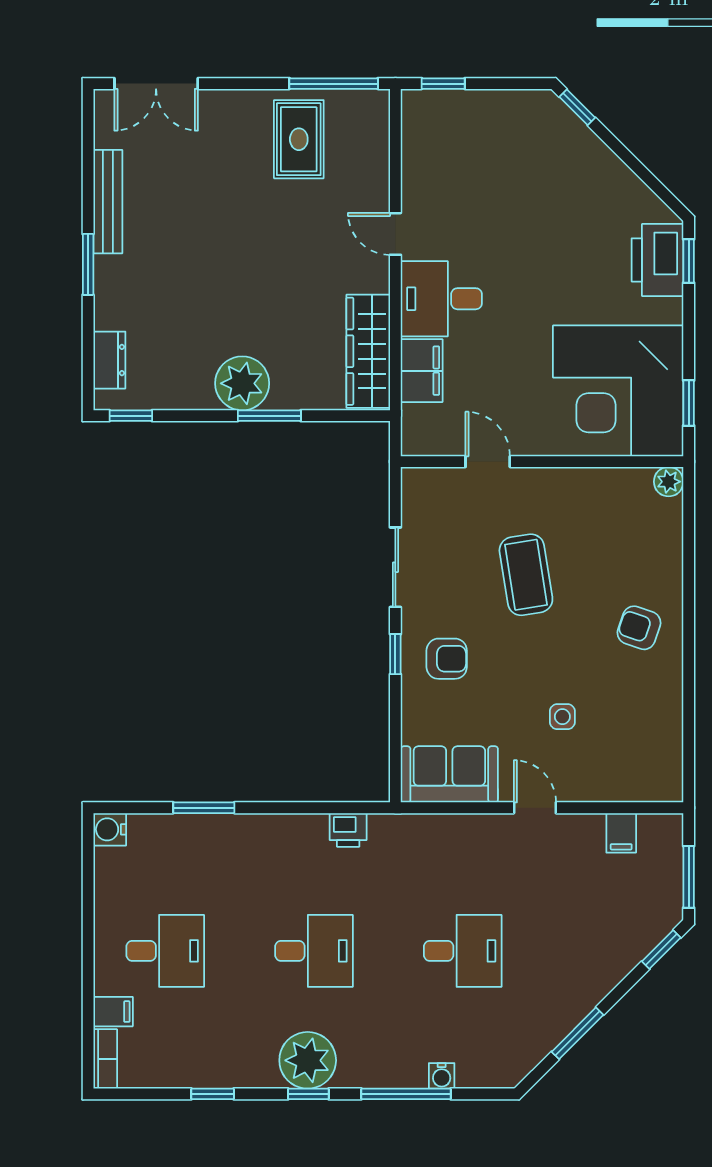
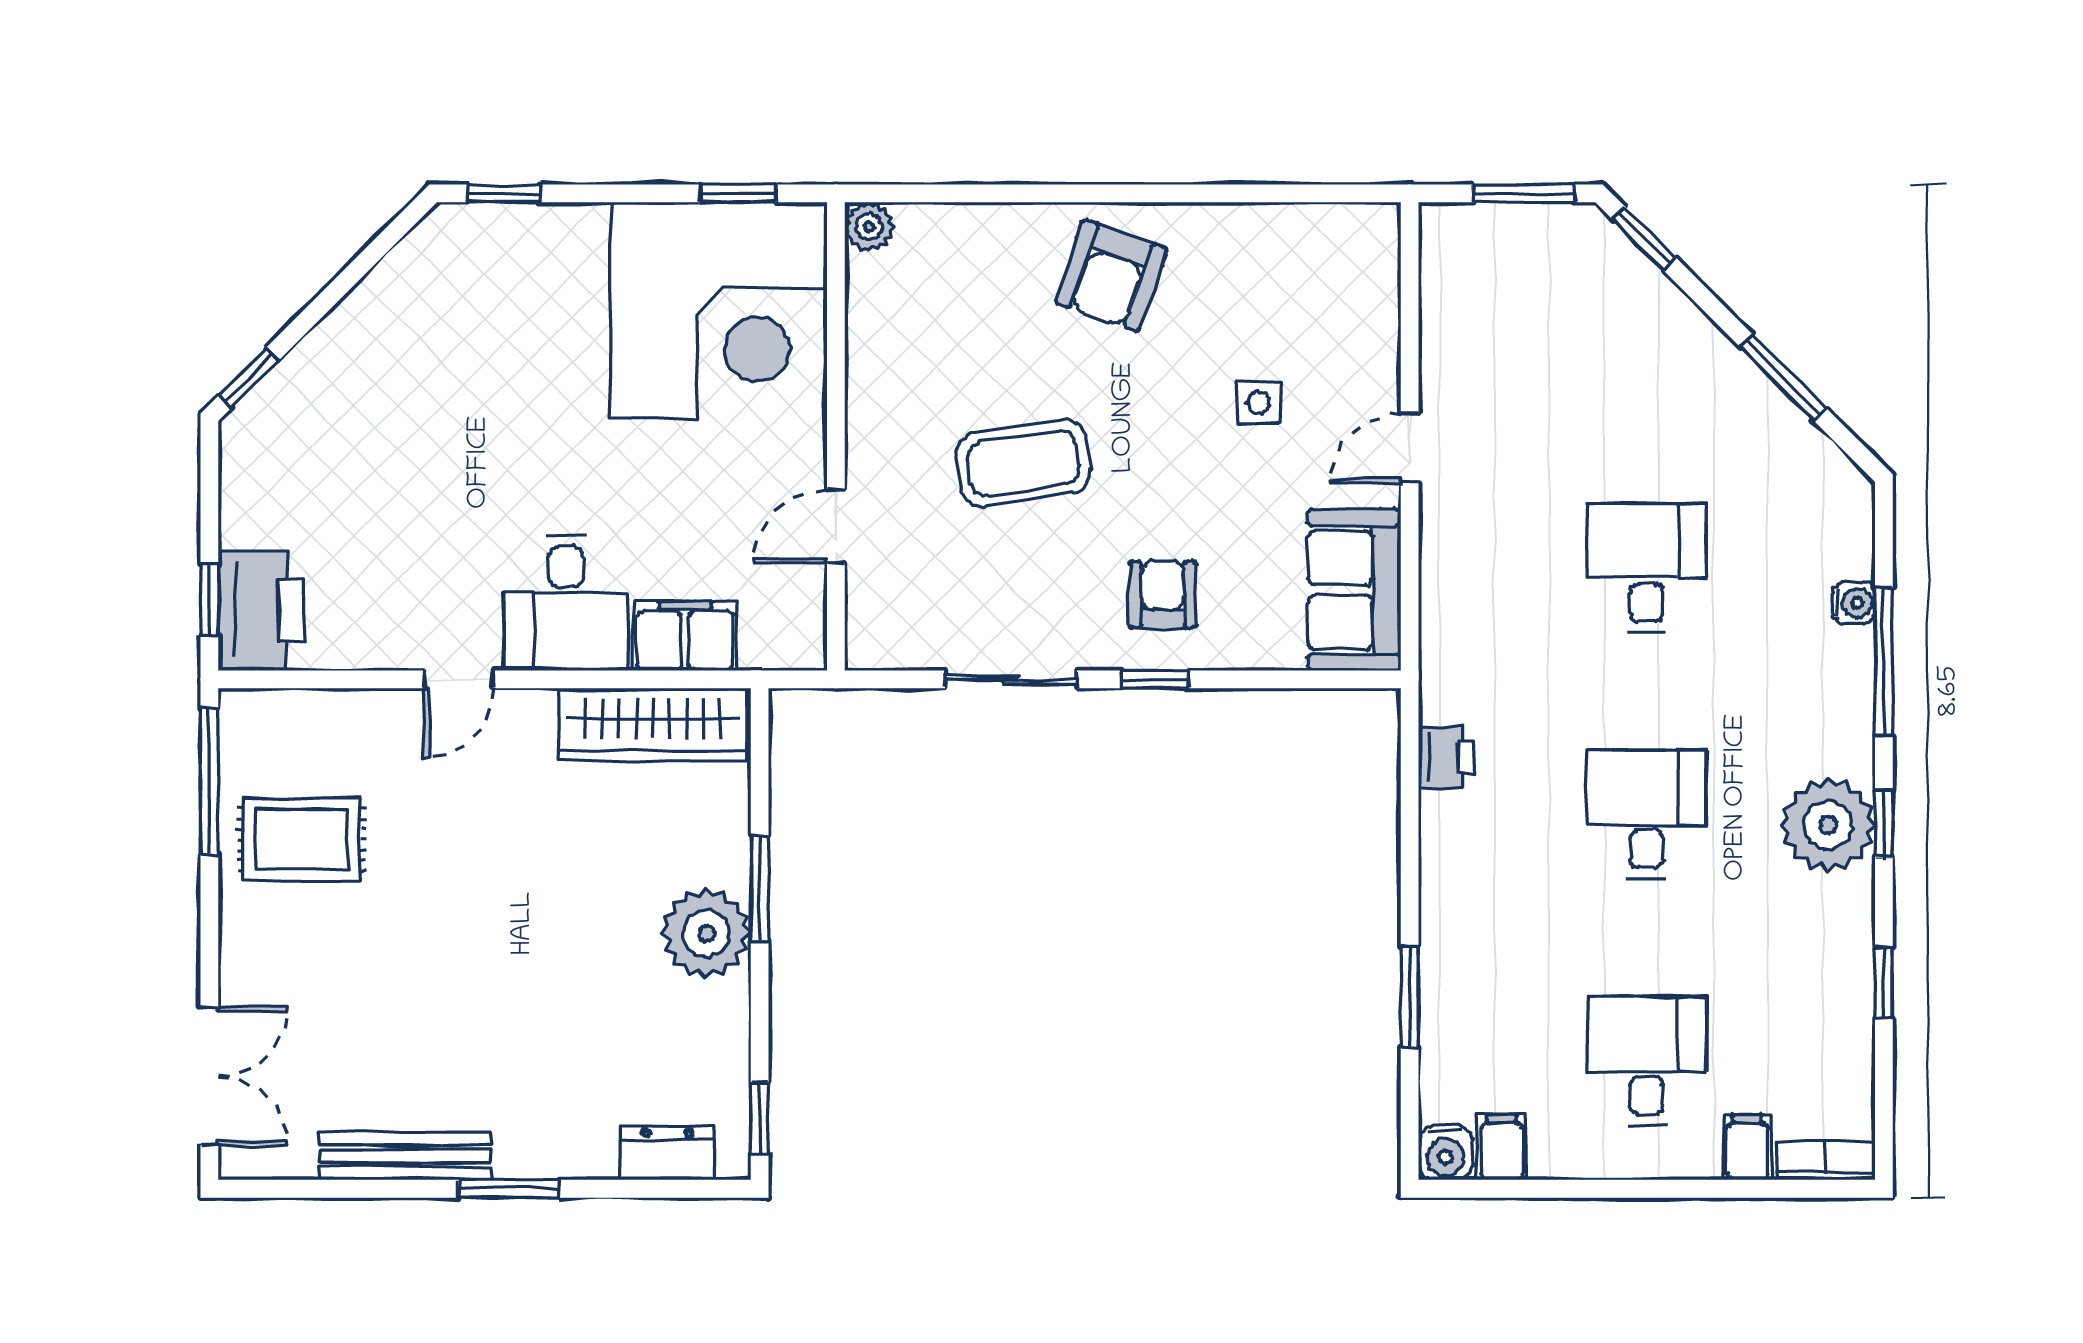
printer: (657, 260) -> (261, 611), moved, turned -90
armchair: (639, 628) -> (1111, 276), width x1.38, depth x1.38
filing cabinet: (621, 833) -> (1502, 1147), moved, turned -90

